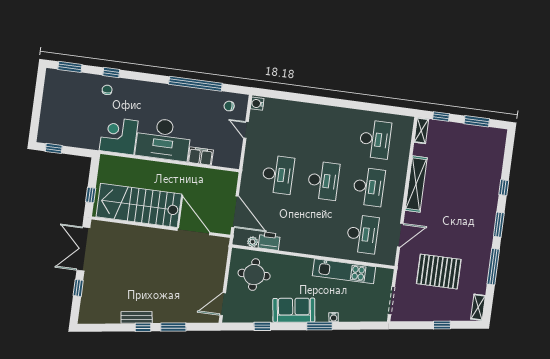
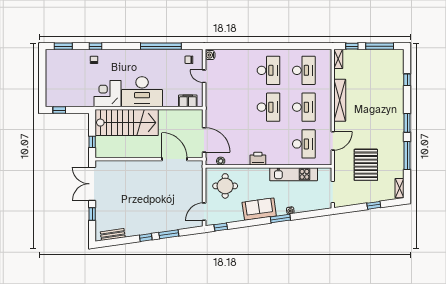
window: (477, 121) -> (380, 46), width x1.44
filing cabinet: (201, 156) -> (188, 101), moved
desk: (278, 175) -> (268, 70), moved
window: (504, 188) -> (407, 80), moved
stairs: (139, 205) -> (127, 123), moved, turned 180
printer: (269, 241) -> (258, 159), moved
pallet: (439, 272) -> (366, 165), turned 90
bench: (137, 317) -> (113, 234), moved
window: (262, 326) -> (221, 227), moved

